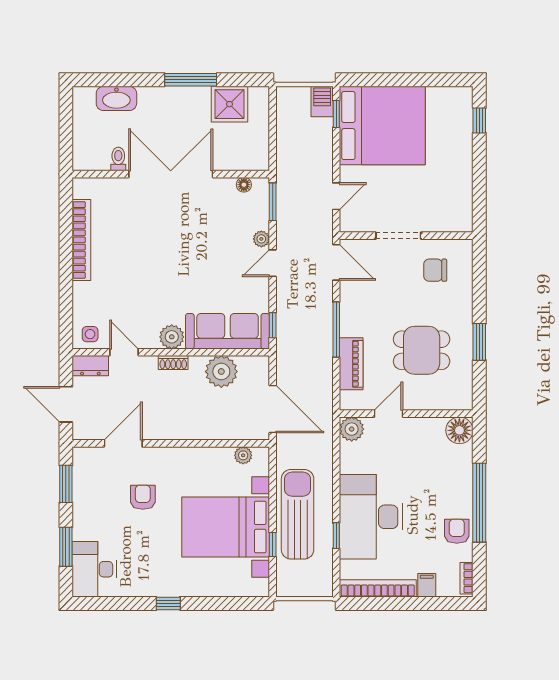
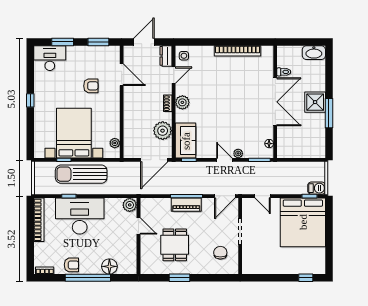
washbasin: (116, 98) -> (314, 53), moved, turned -90
shower: (230, 104) -> (315, 102), moved
sofa: (228, 331) -> (186, 141), width x0.73
piano: (351, 364) -> (186, 205), moved
door: (273, 409) -> (154, 160), moved
floor lamp: (459, 430) -> (109, 266), moved
sun lounger: (298, 514) -> (81, 174), turned 180
filing cabinet: (427, 585) -> (41, 248), removed

